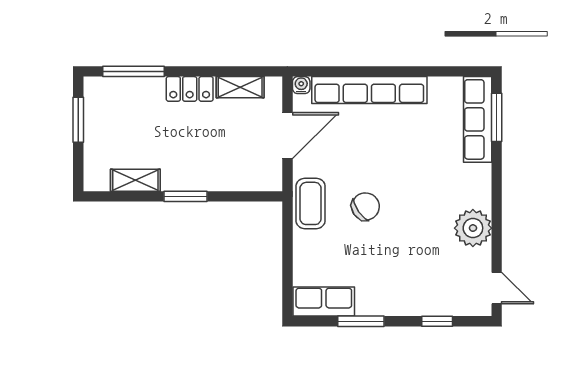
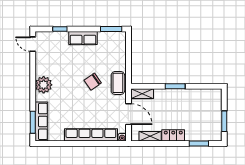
window: (133, 71) -> (199, 143), width x0.69
door: (287, 136) -> (128, 114), swing flipped
shelving: (135, 180) -> (142, 94), moved
plant: (473, 228) -> (44, 85), moved
row of seats: (324, 302) -> (83, 38), moved
window: (361, 321) -> (111, 29), moved

